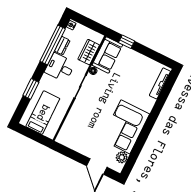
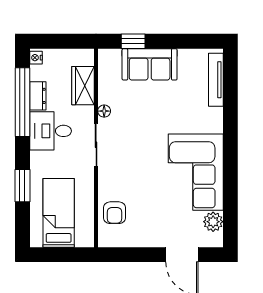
sofa: (107, 55) -> (150, 64), moved, turned 90
armchair: (72, 127) -> (115, 213), added

